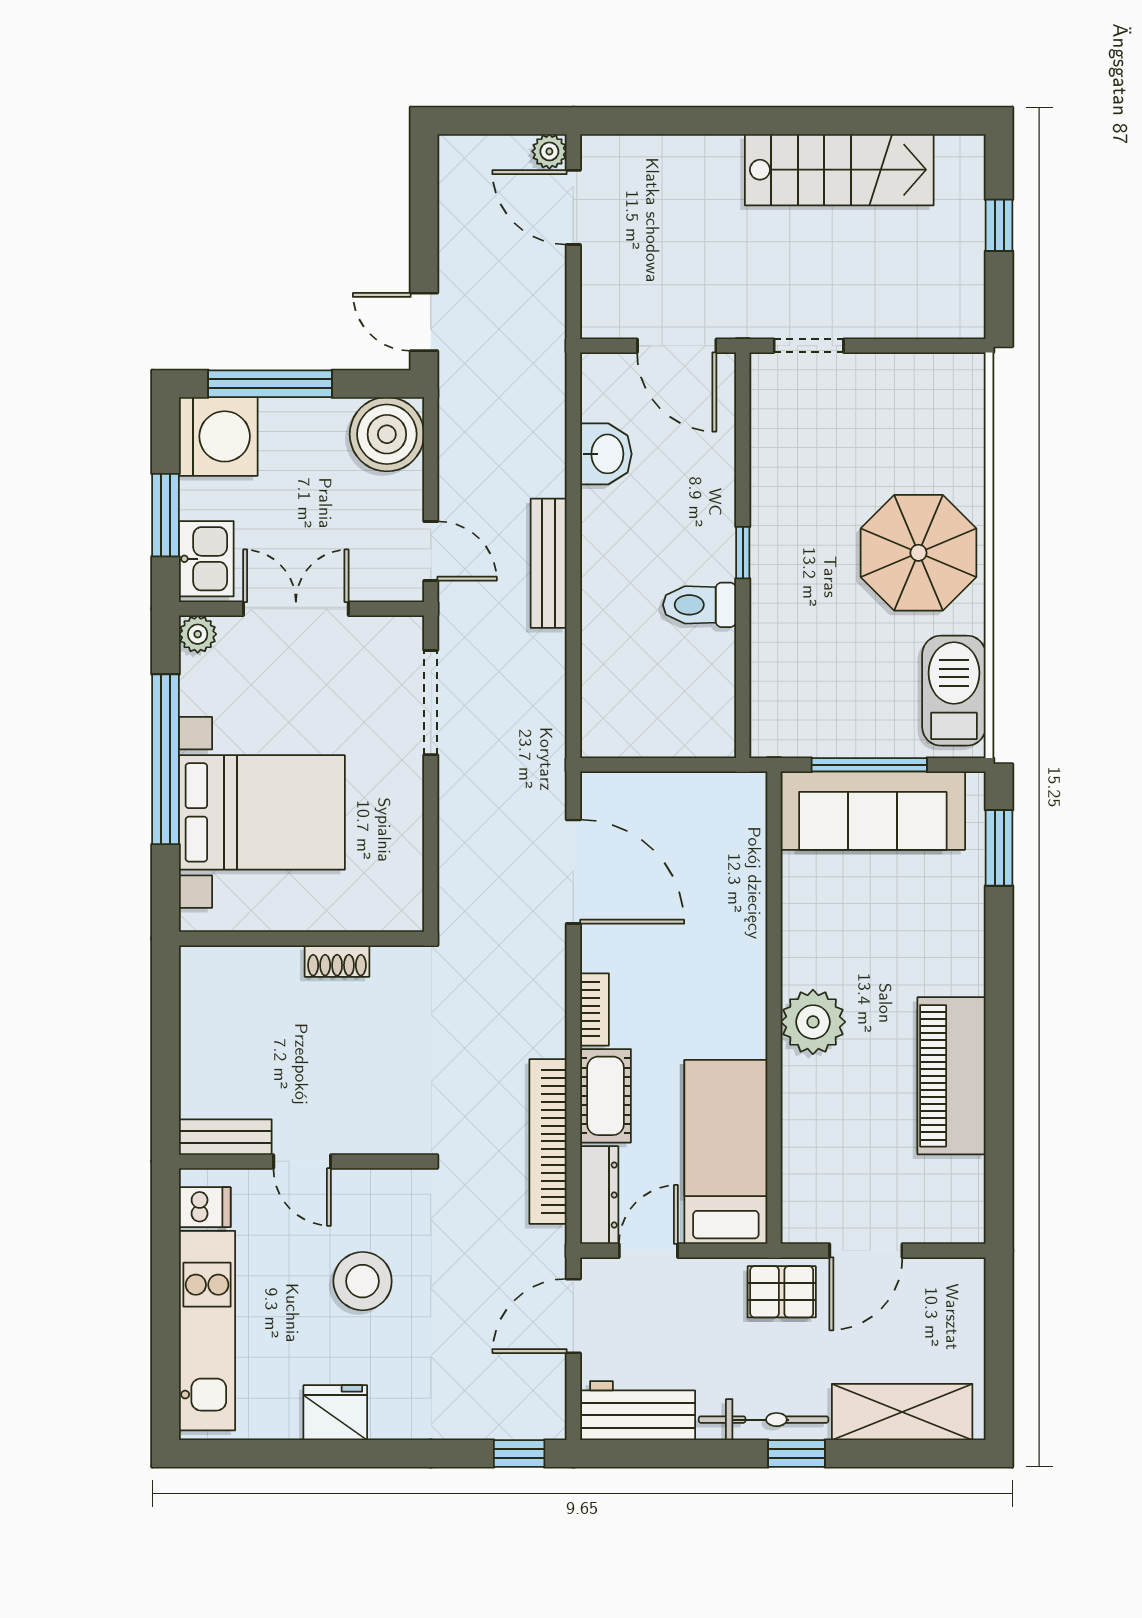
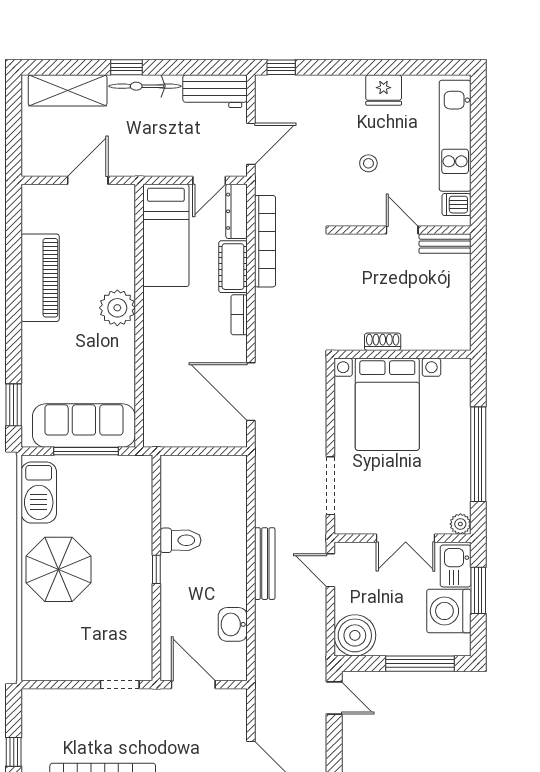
washing machine: (218, 436) -> (449, 611), moved
bed with nightstands: (262, 812) -> (387, 404), moved, turned -90
stool: (363, 1281) -> (368, 163), width x0.53, depth x0.53
pallet: (782, 1292) -> (135, 157), removed

